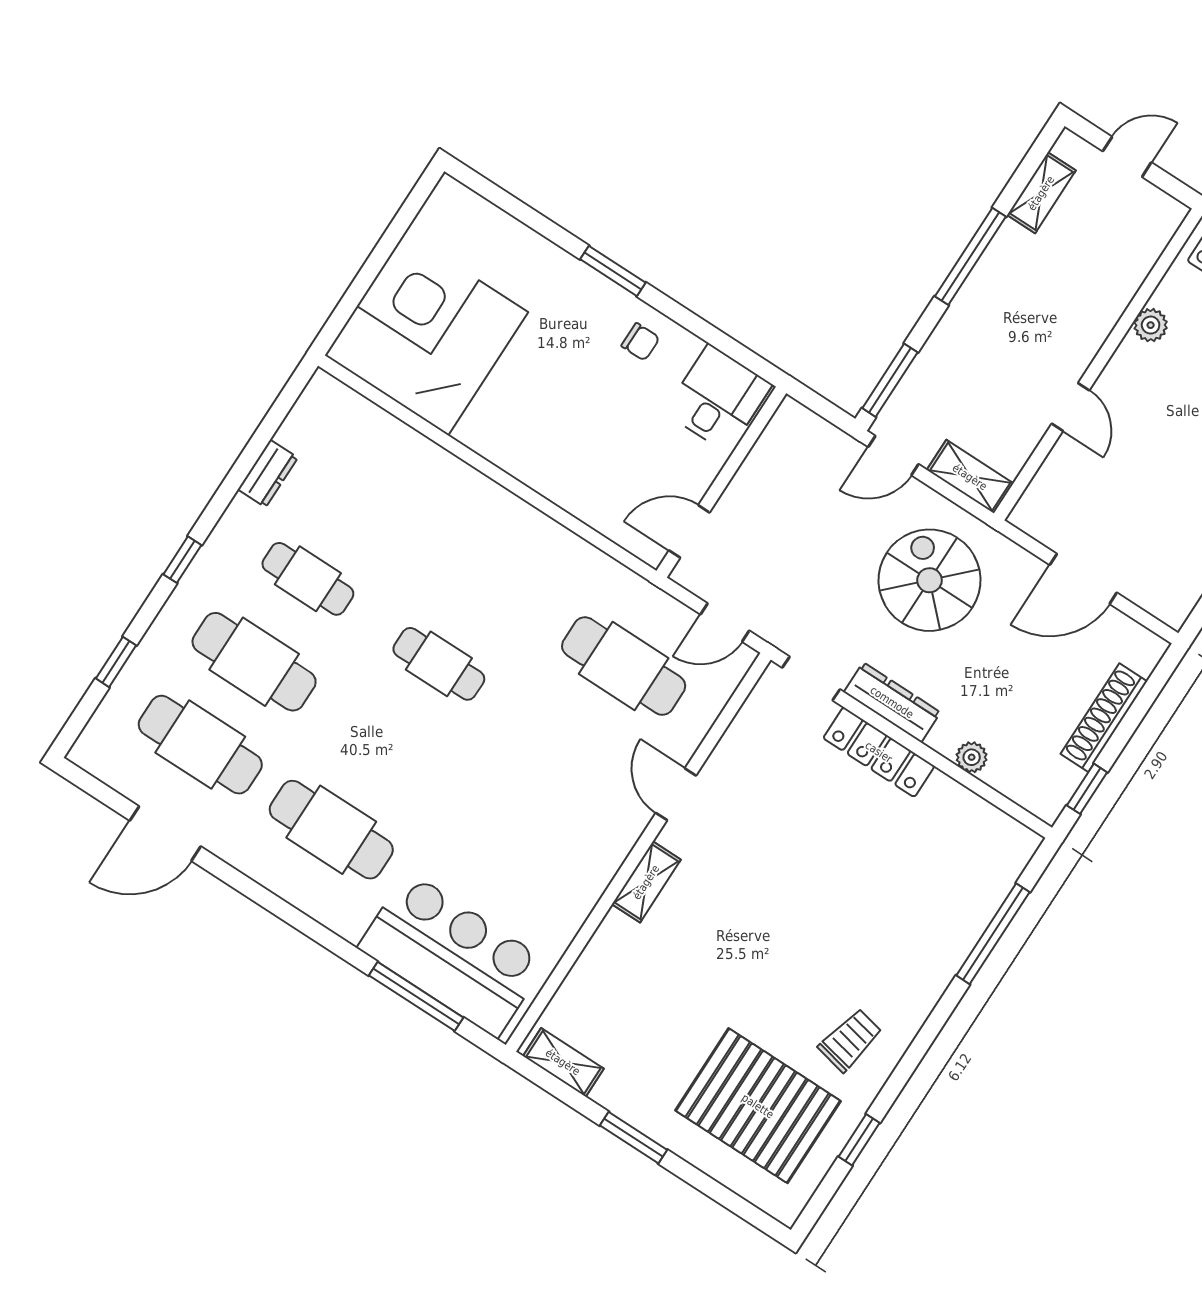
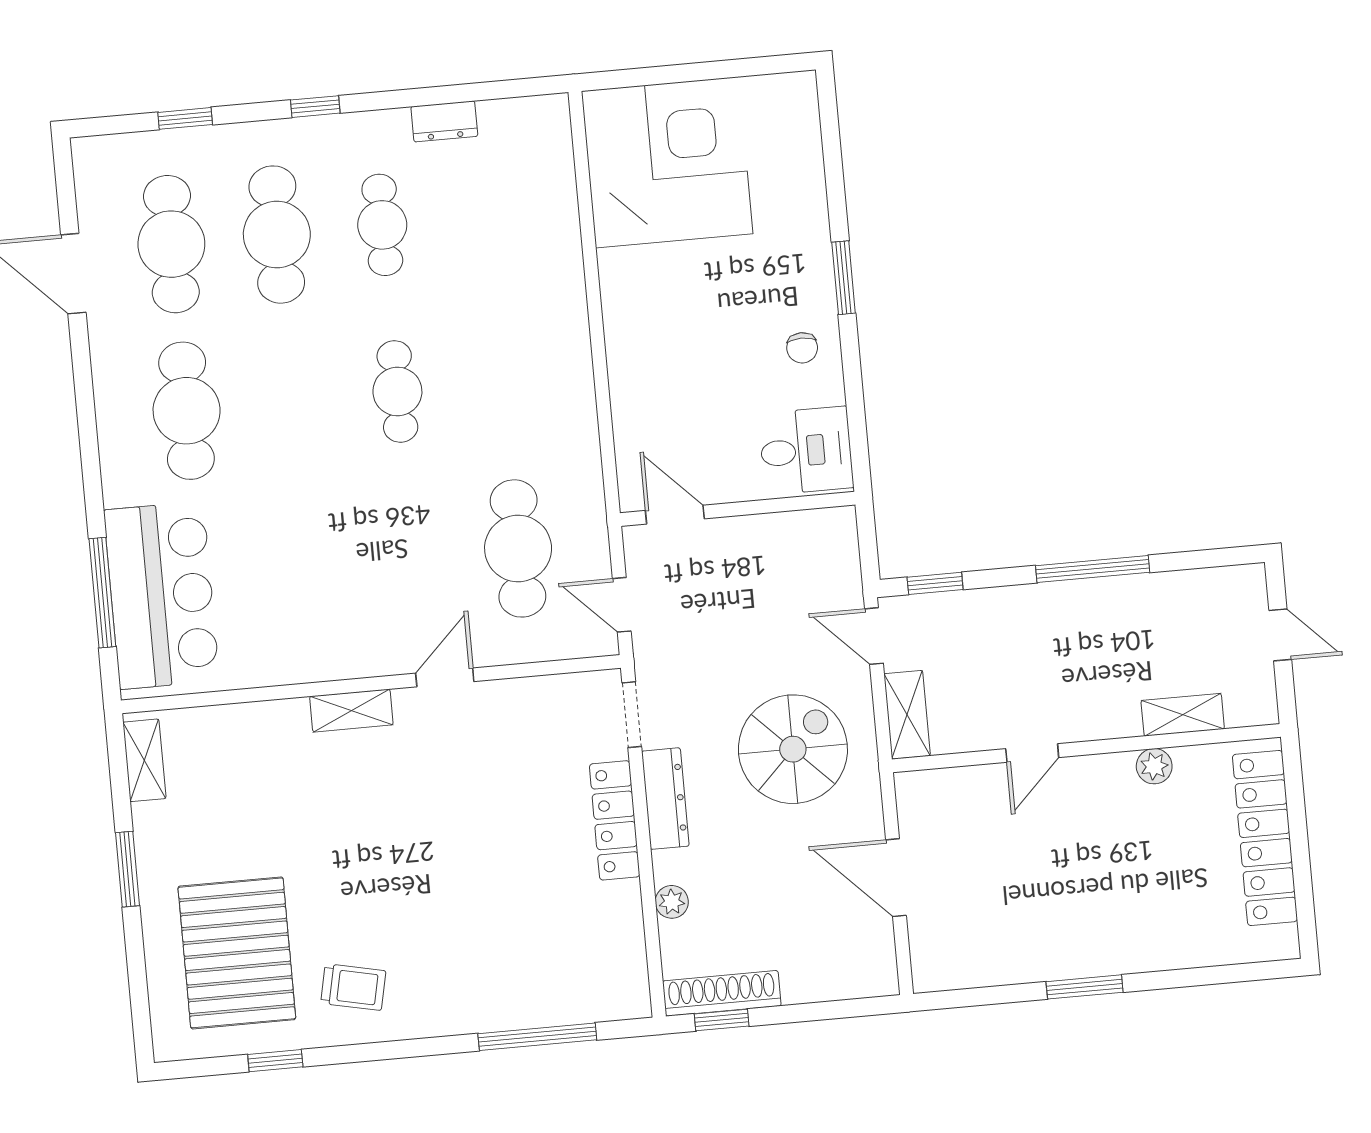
shelving: (1041, 193) -> (1183, 715), moved
window: (890, 380) -> (935, 583), width x0.67
shoe rack: (1104, 718) -> (722, 993), moved

